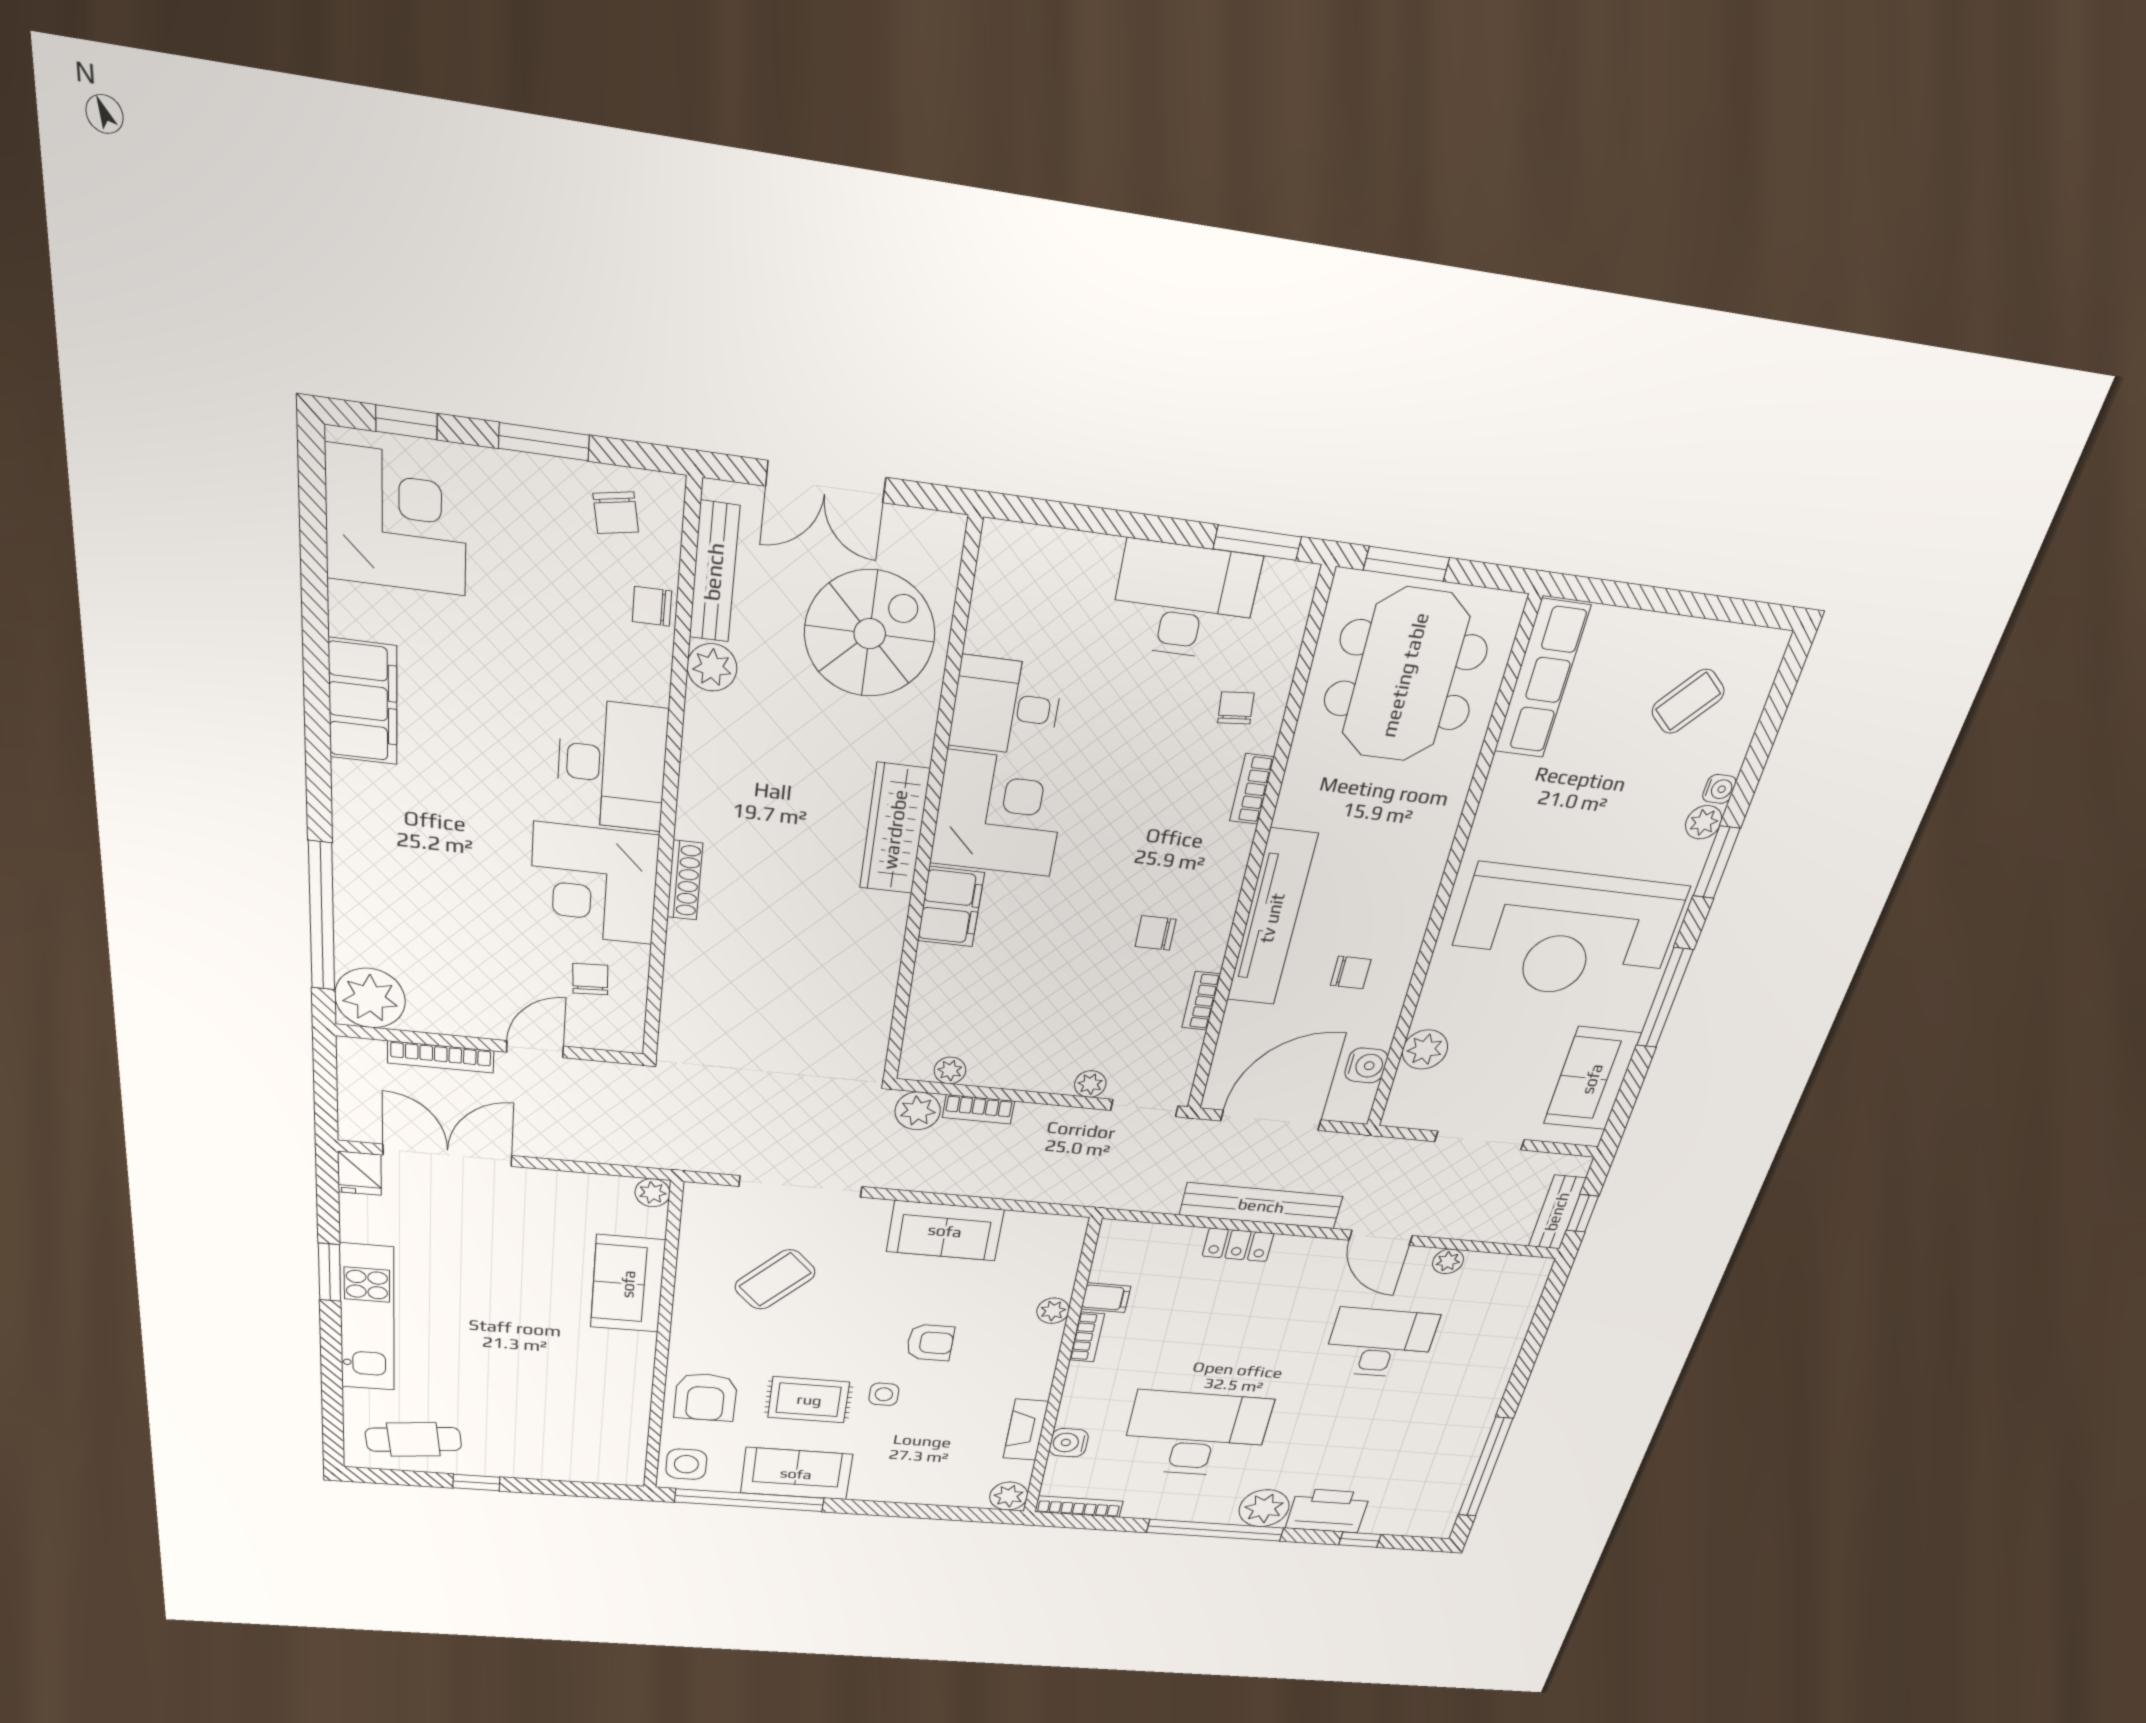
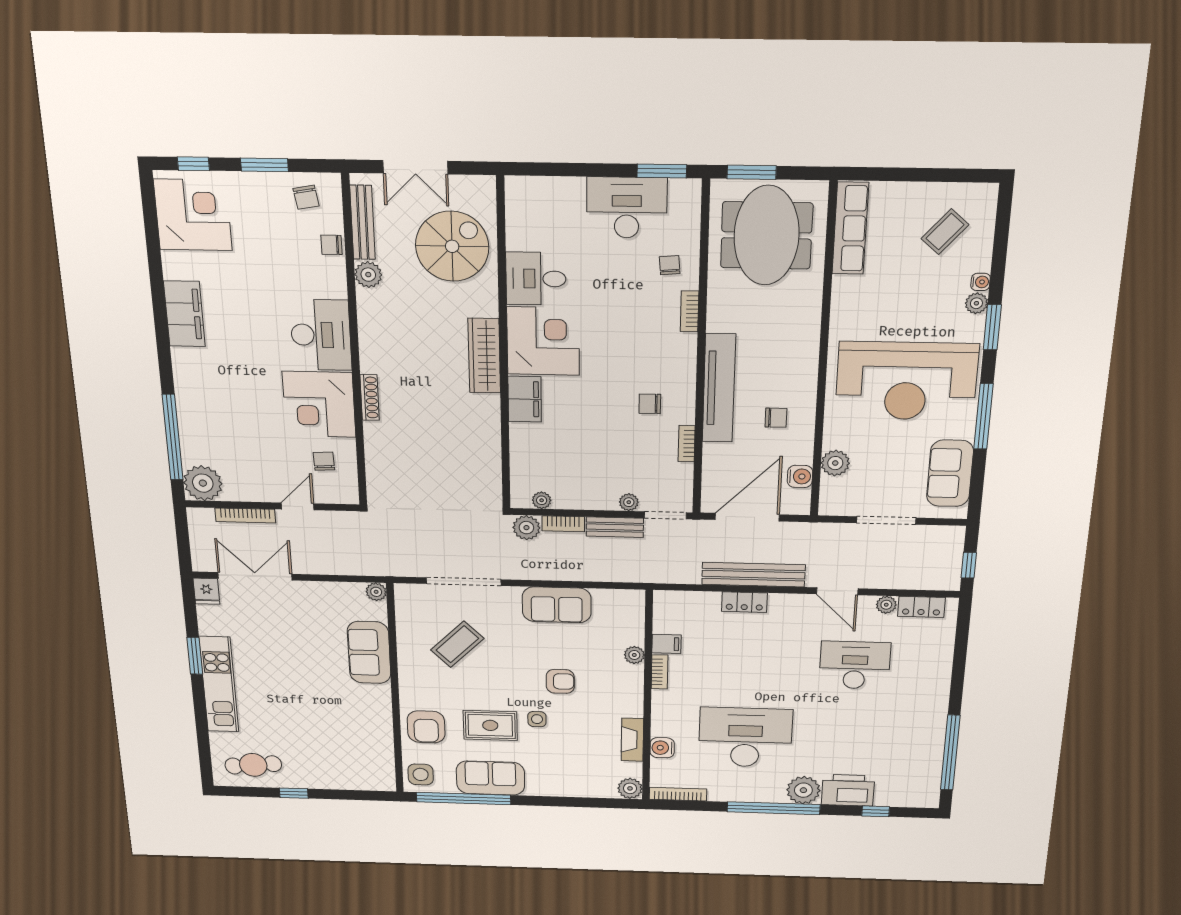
bench: (1557, 1212) -> (615, 527), moved, turned 90
locker: (1498, 1268) -> (921, 607), added

